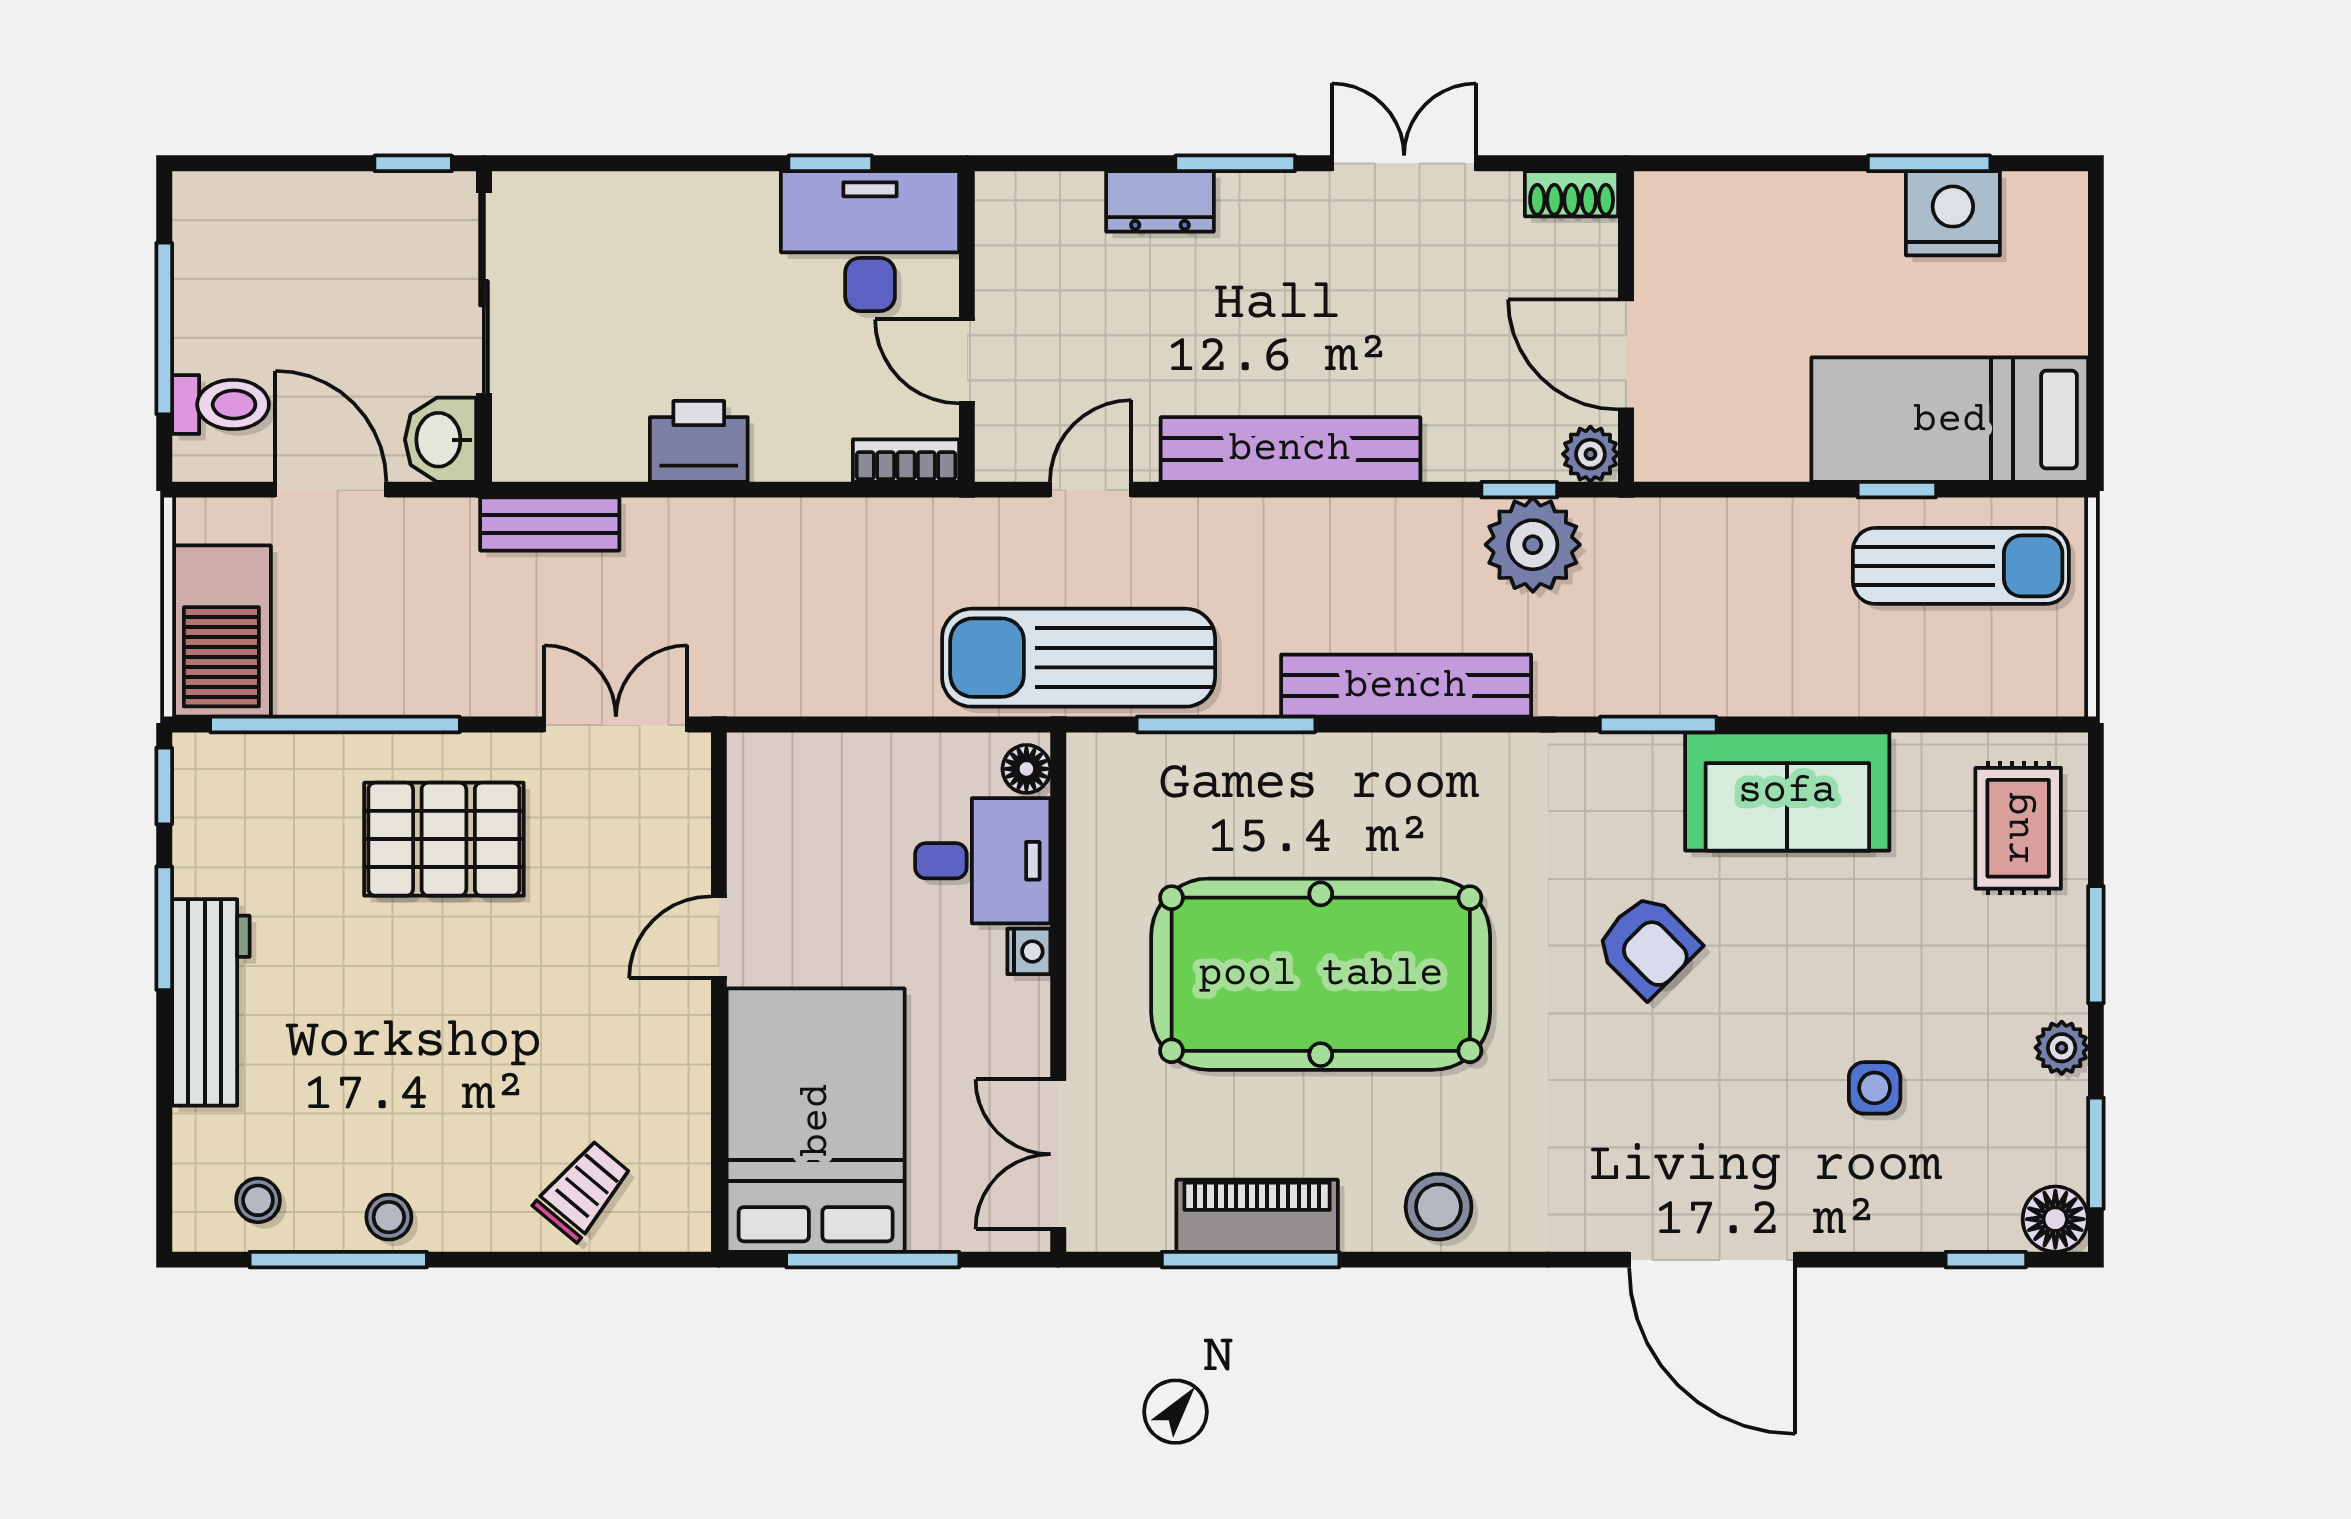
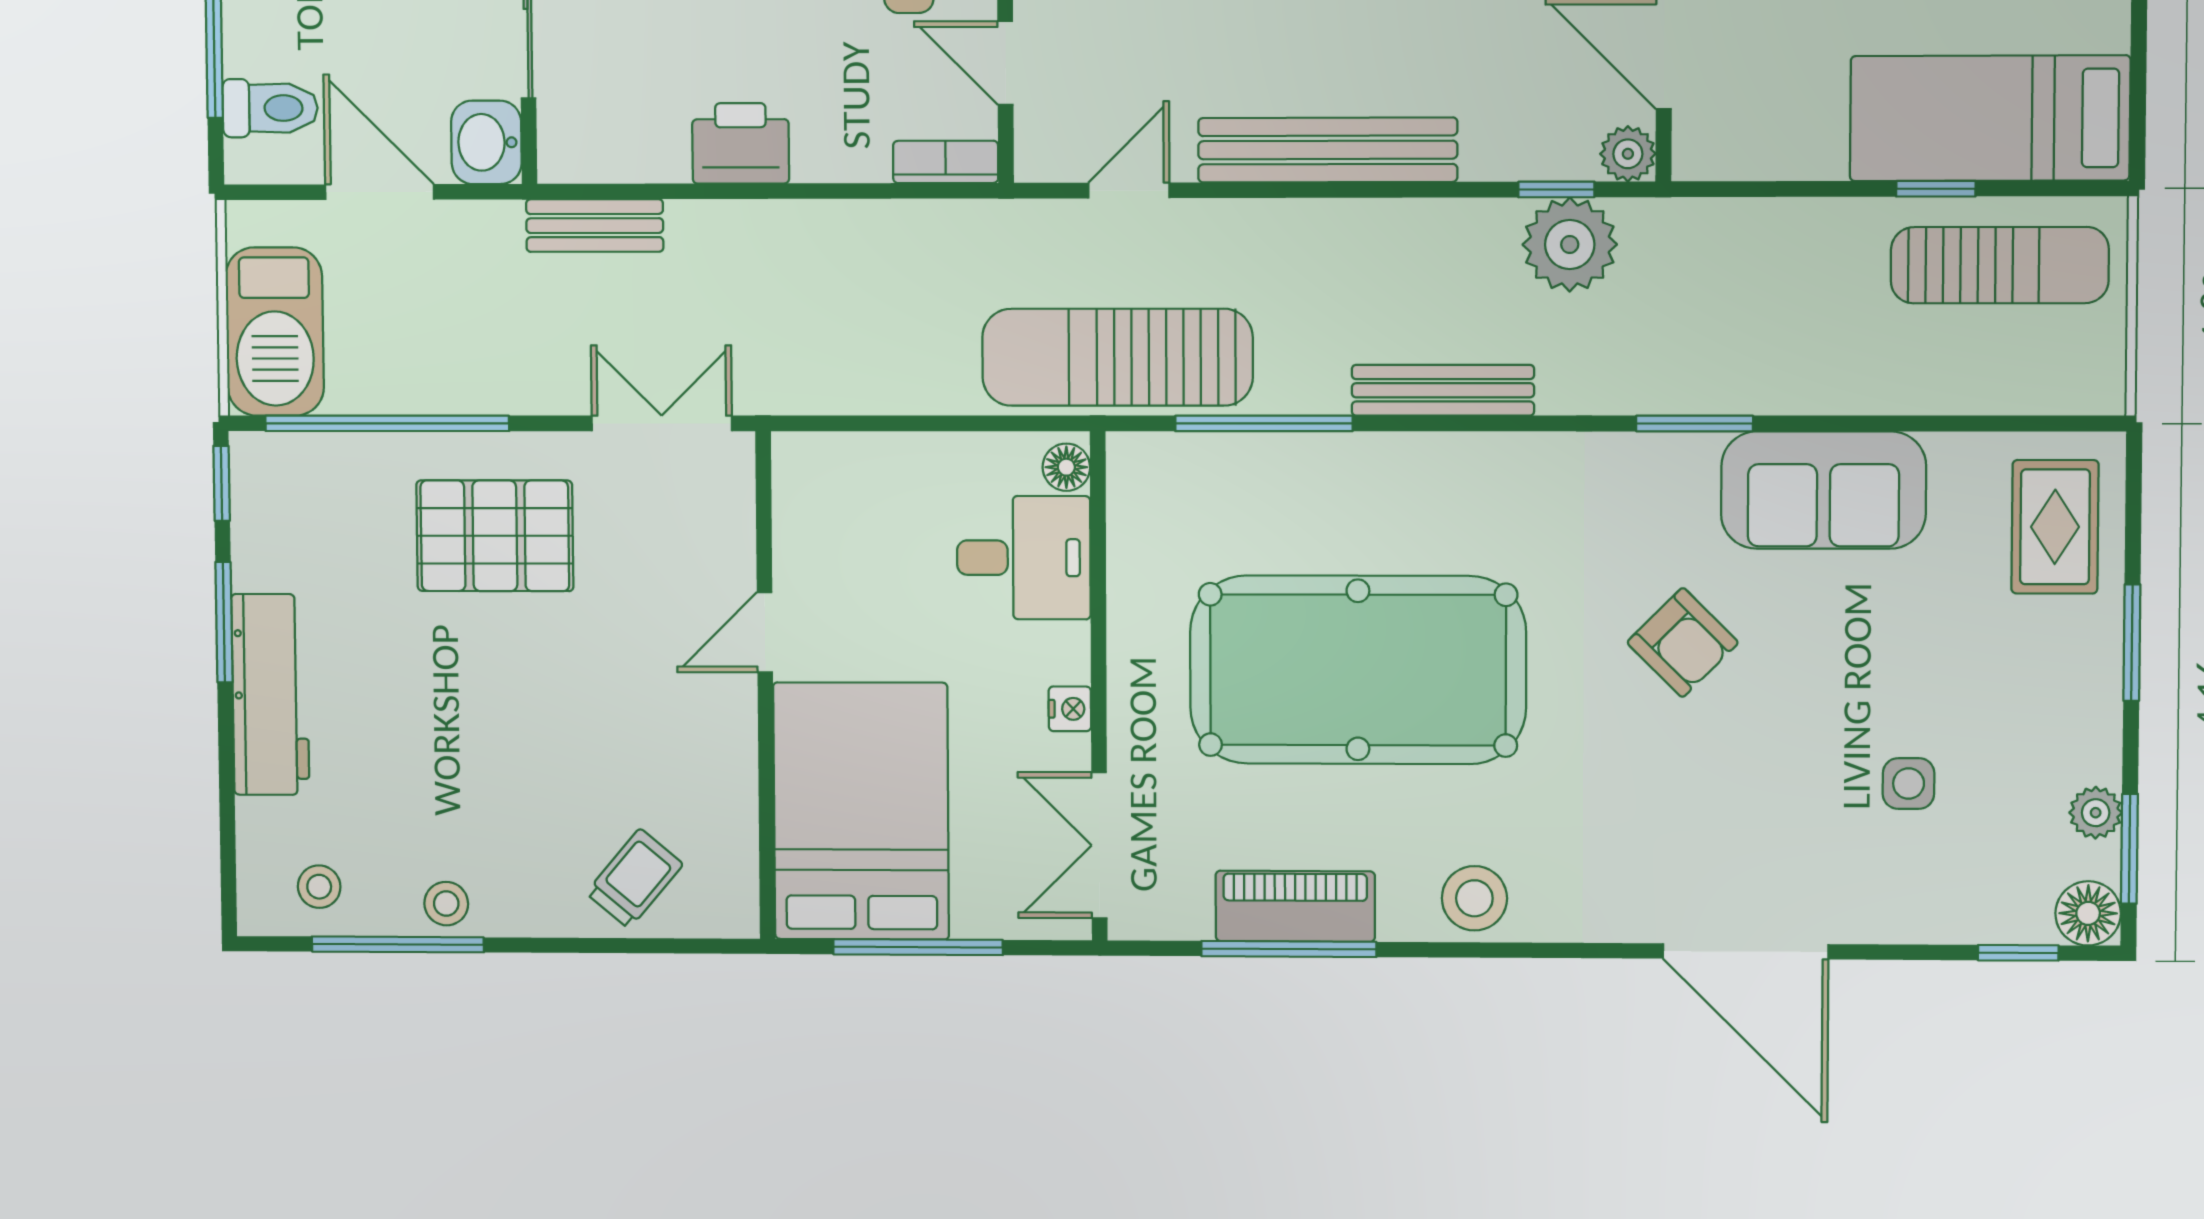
bench: (1406, 686) -> (1443, 390), width x0.73, depth x0.82
nightstand: (1029, 951) -> (1070, 709), moved
plant: (2062, 1048) -> (2096, 813), moved

